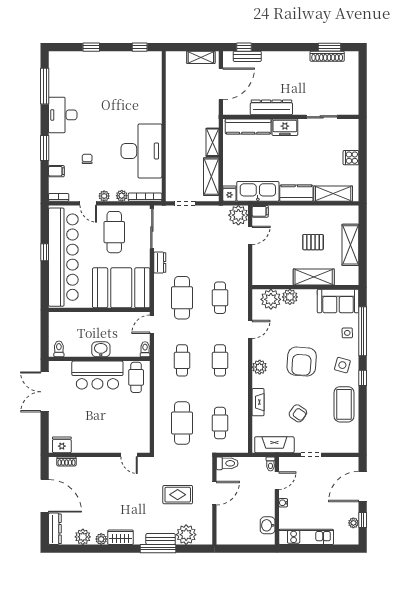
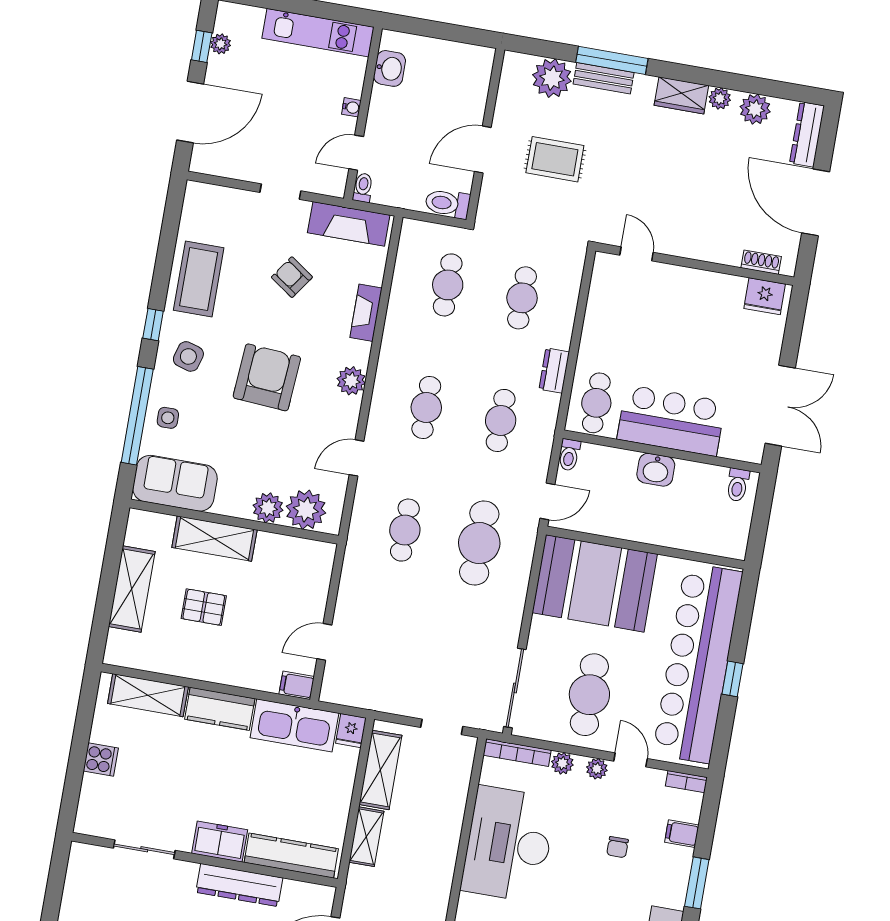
plant: (238, 215) -> (341, 685), removed
dresser: (160, 262) -> (554, 371), moved
cafe table: (182, 423) -> (522, 298), width x0.73, depth x0.74

